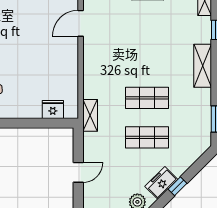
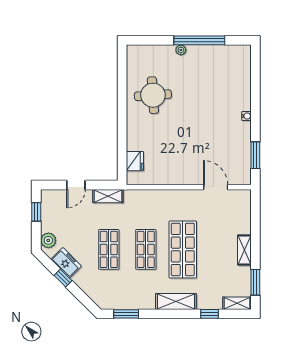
shop shelf: (147, 58) -> (183, 249), added
shelving: (90, 115) -> (108, 196), moved
door: (78, 172) -> (76, 185), hinge flipped

